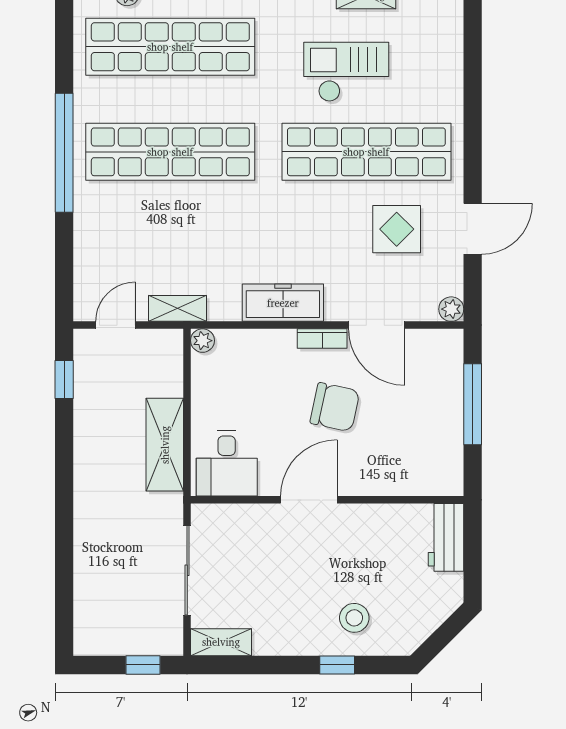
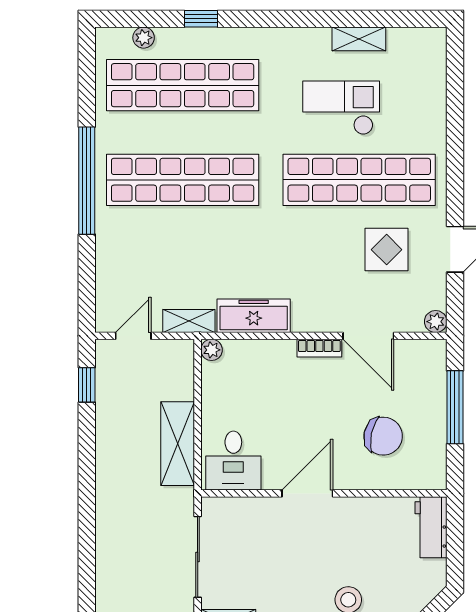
freezer: (283, 303) -> (254, 316), moved
chair: (335, 407) -> (383, 436), moved

